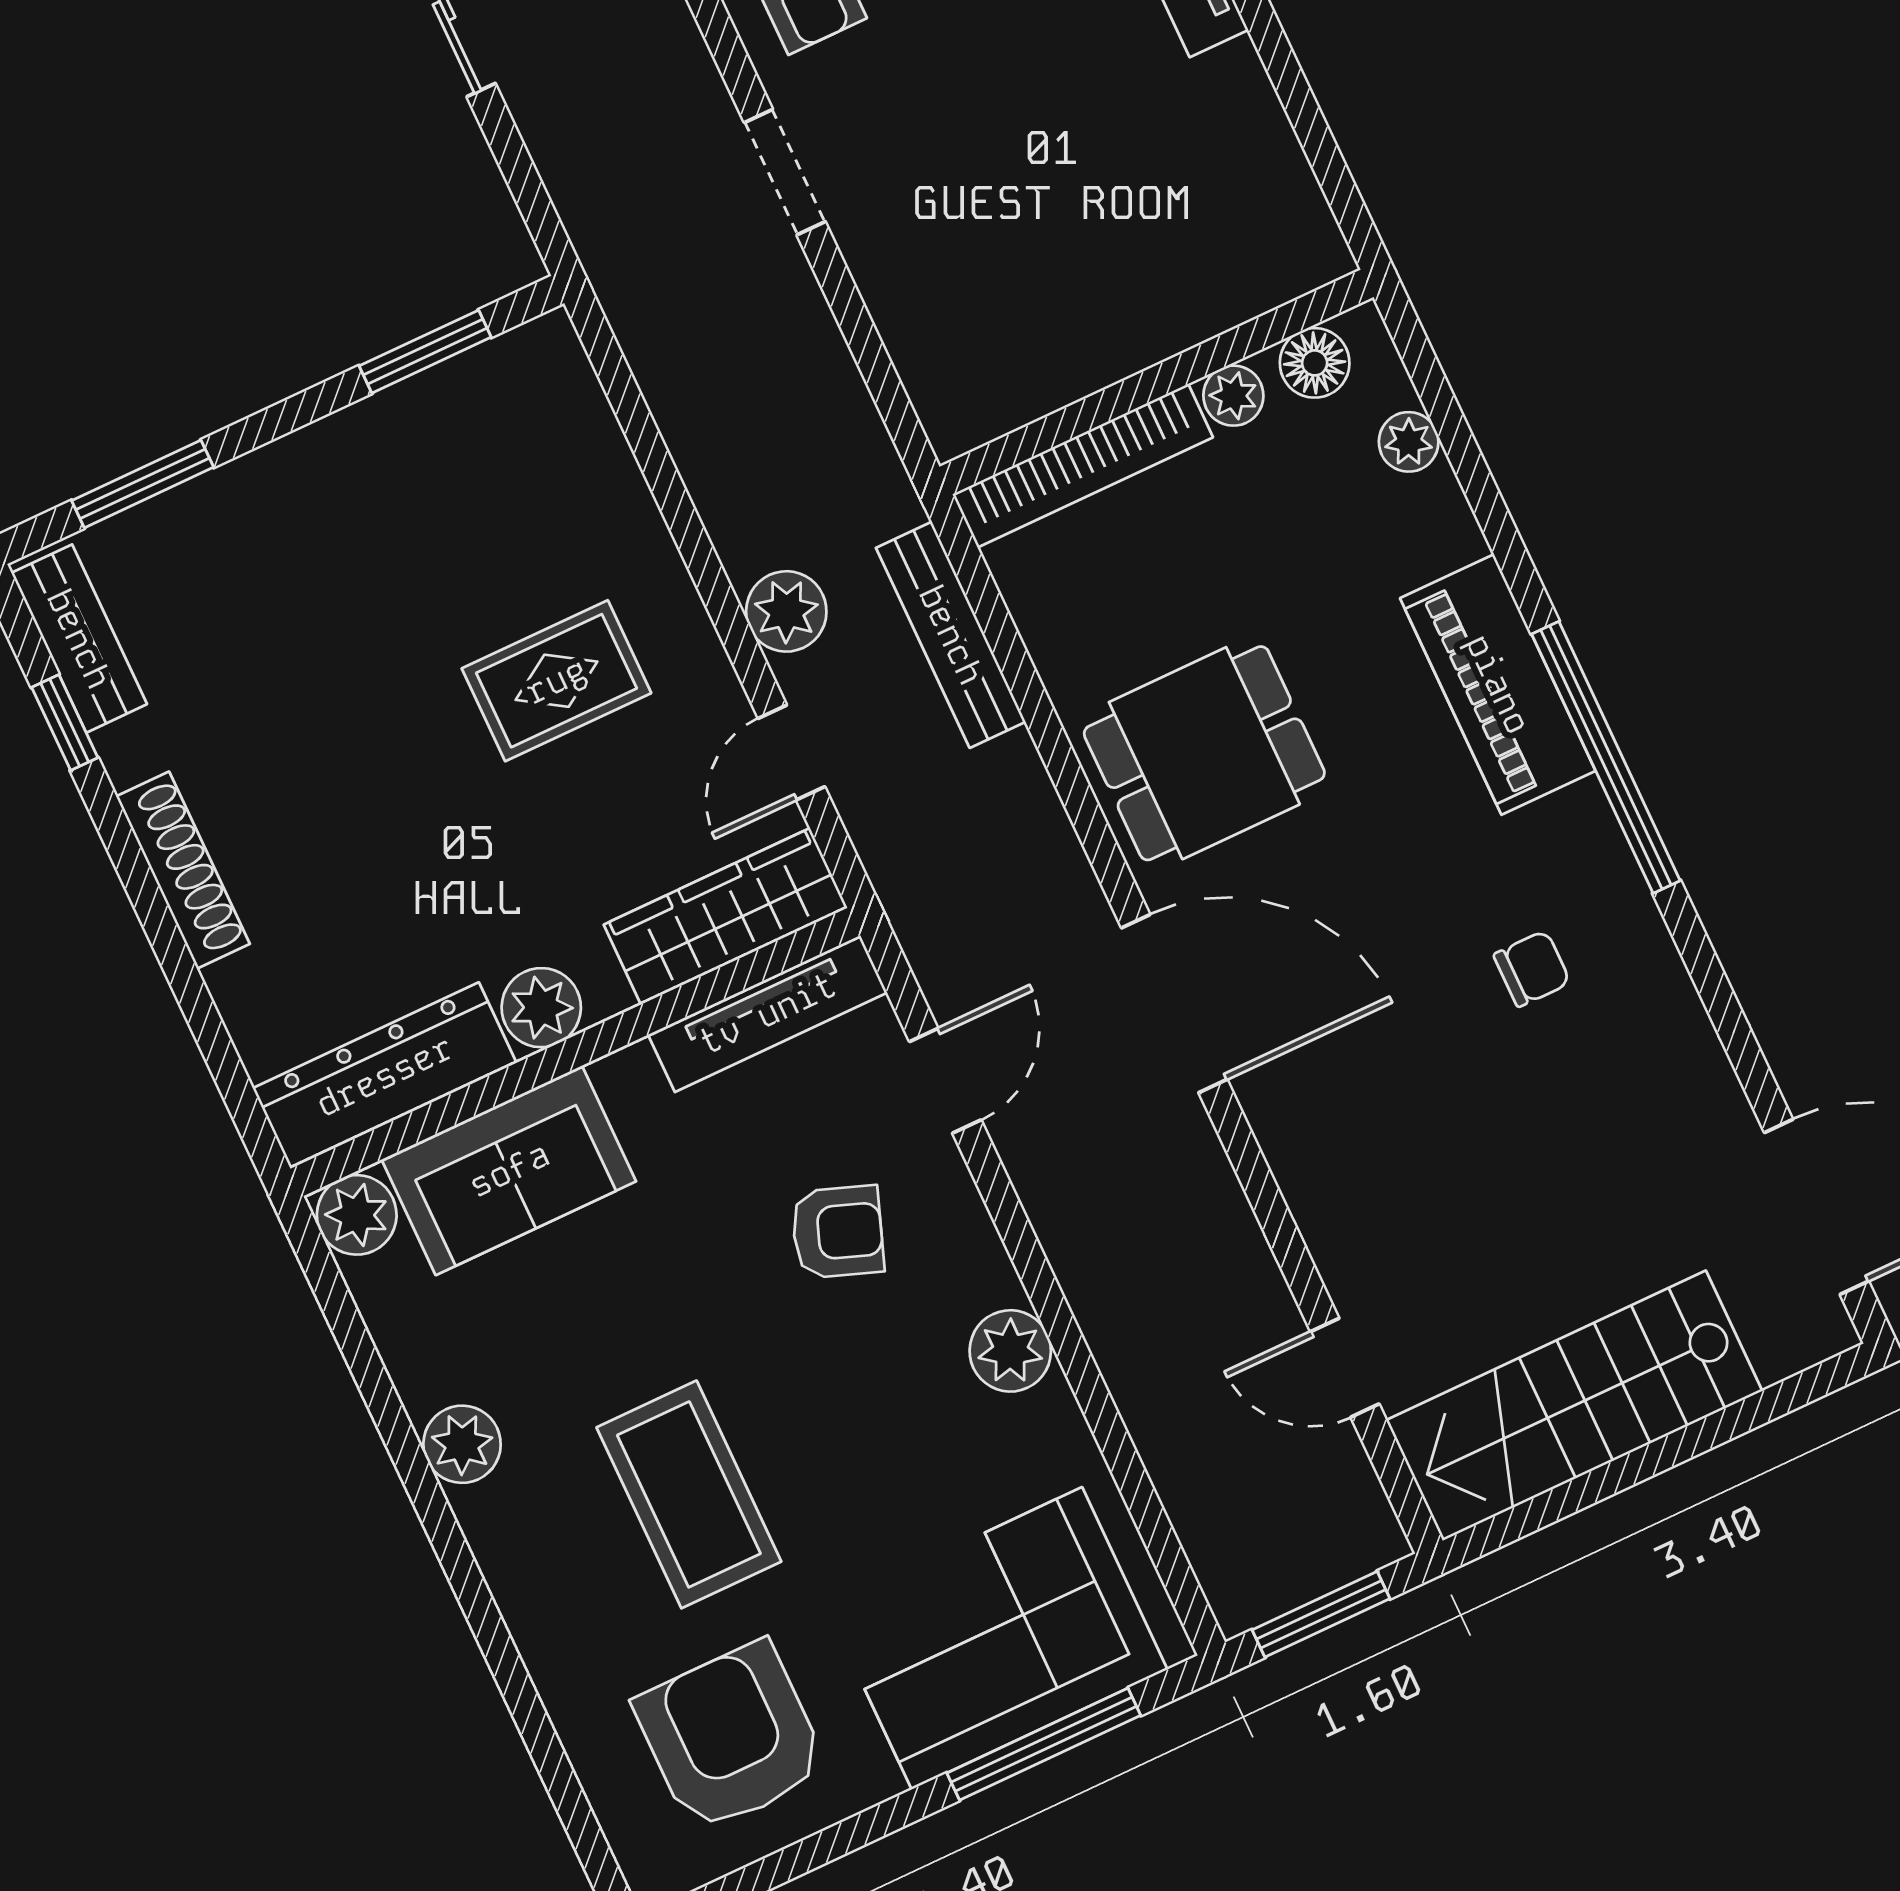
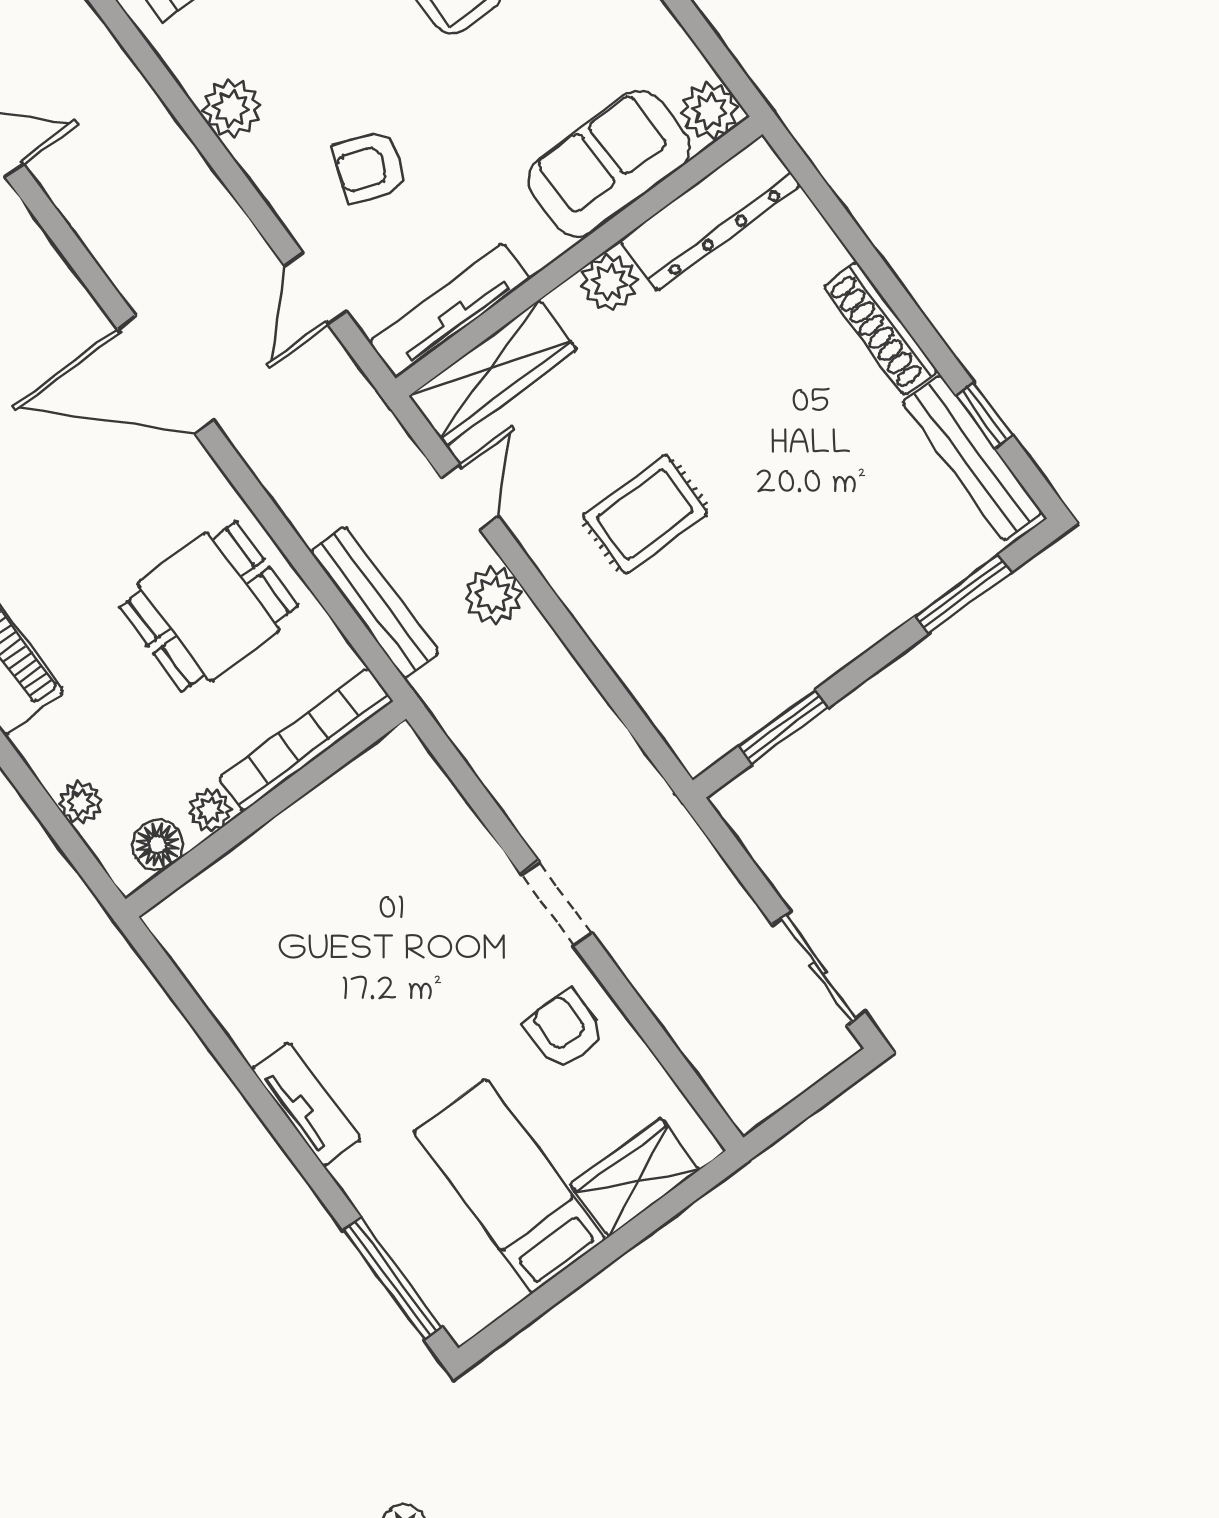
bench: (79, 639) -> (972, 458), width x1.36
dining table: (1204, 753) -> (209, 607), moved

